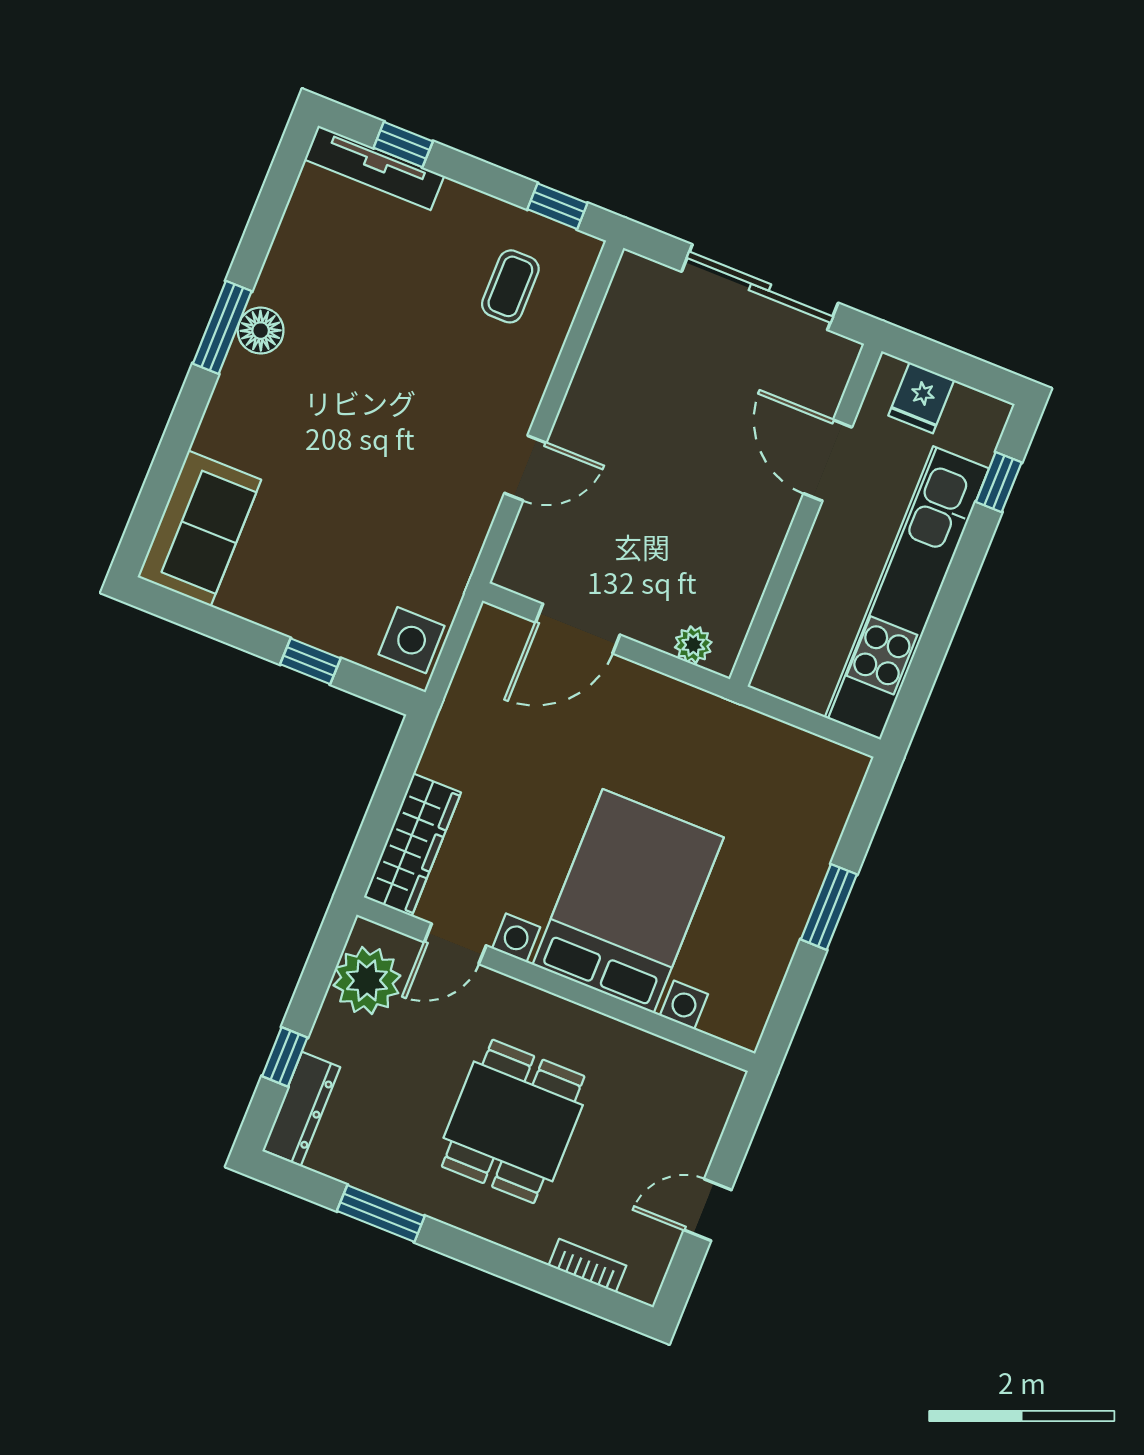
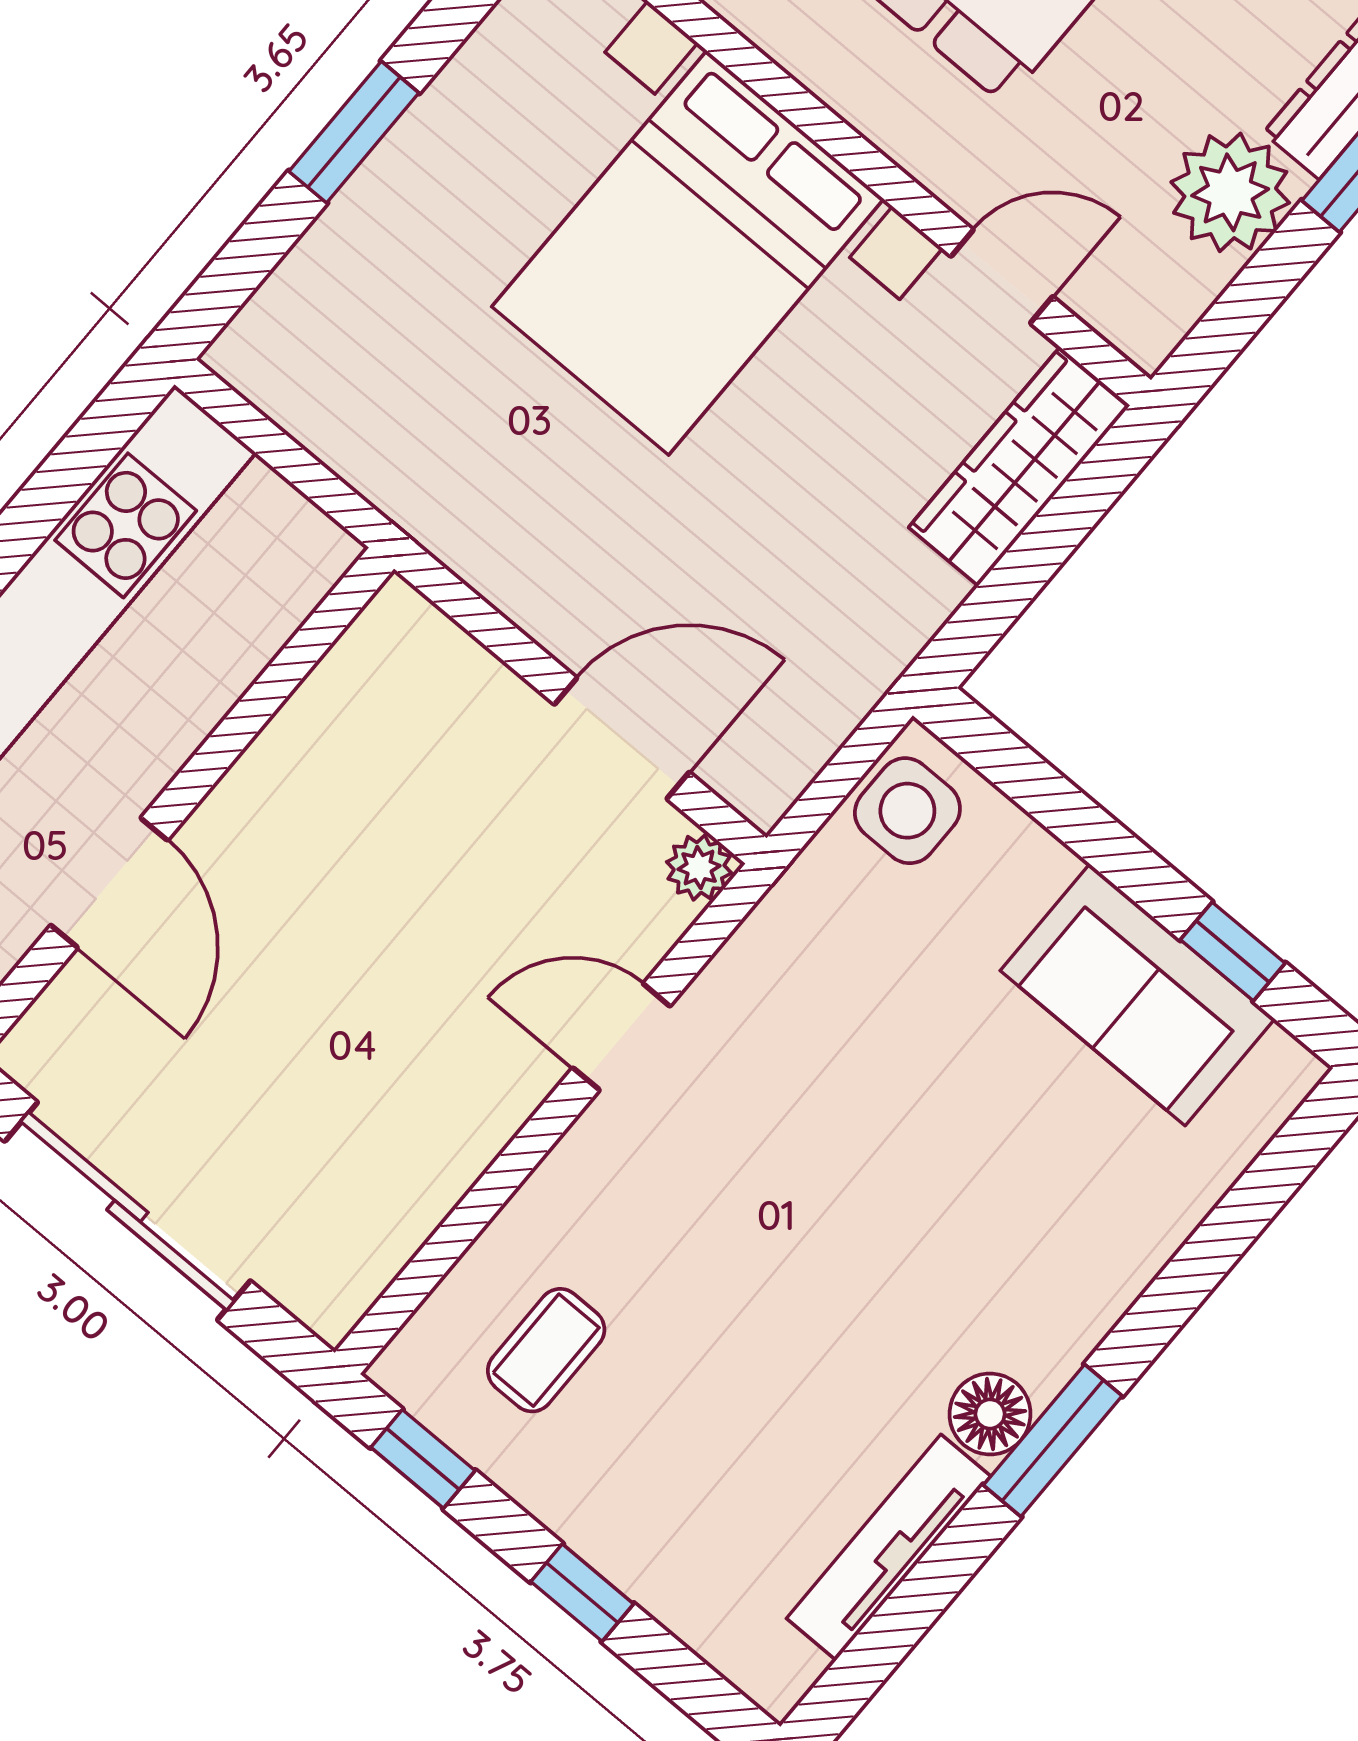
window: (403, 145) -> (582, 1593), moved
tv unit: (374, 168) -> (889, 1547), moved, turned -90
sofa: (199, 528) -> (1137, 995), moved, turned -90
plant: (693, 645) -> (699, 868), moved
window: (310, 661) -> (1233, 951), moved
plant: (367, 980) -> (1230, 192), moved

